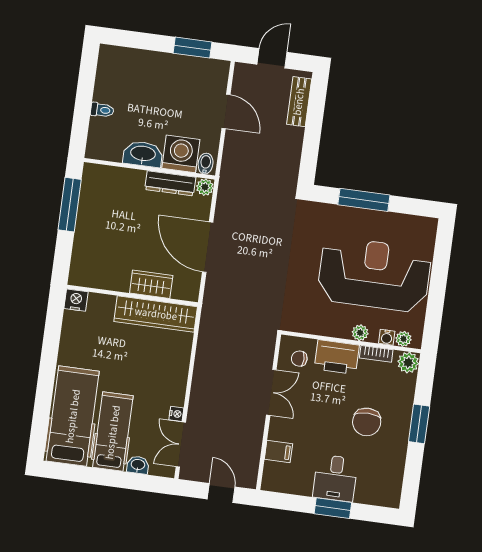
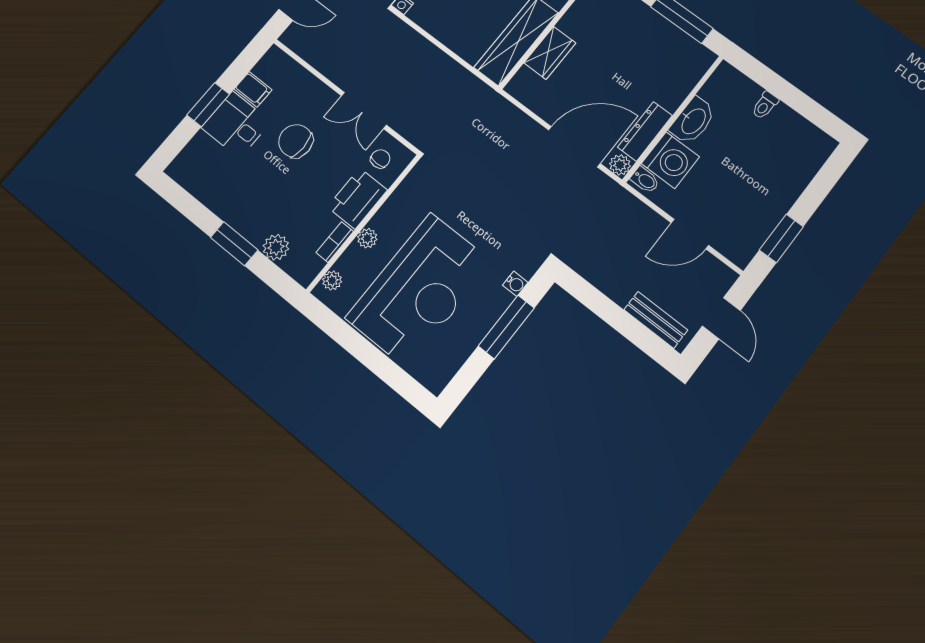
door: (208, 247) -> (574, 147), moved
water cooler: (387, 337) -> (515, 284), moved, turned 180
plant: (408, 363) -> (276, 247), moved
chair: (367, 422) -> (296, 141), moved
filing cabinet: (278, 451) -> (253, 89), moved, turned -90

